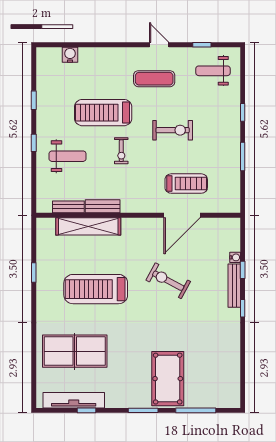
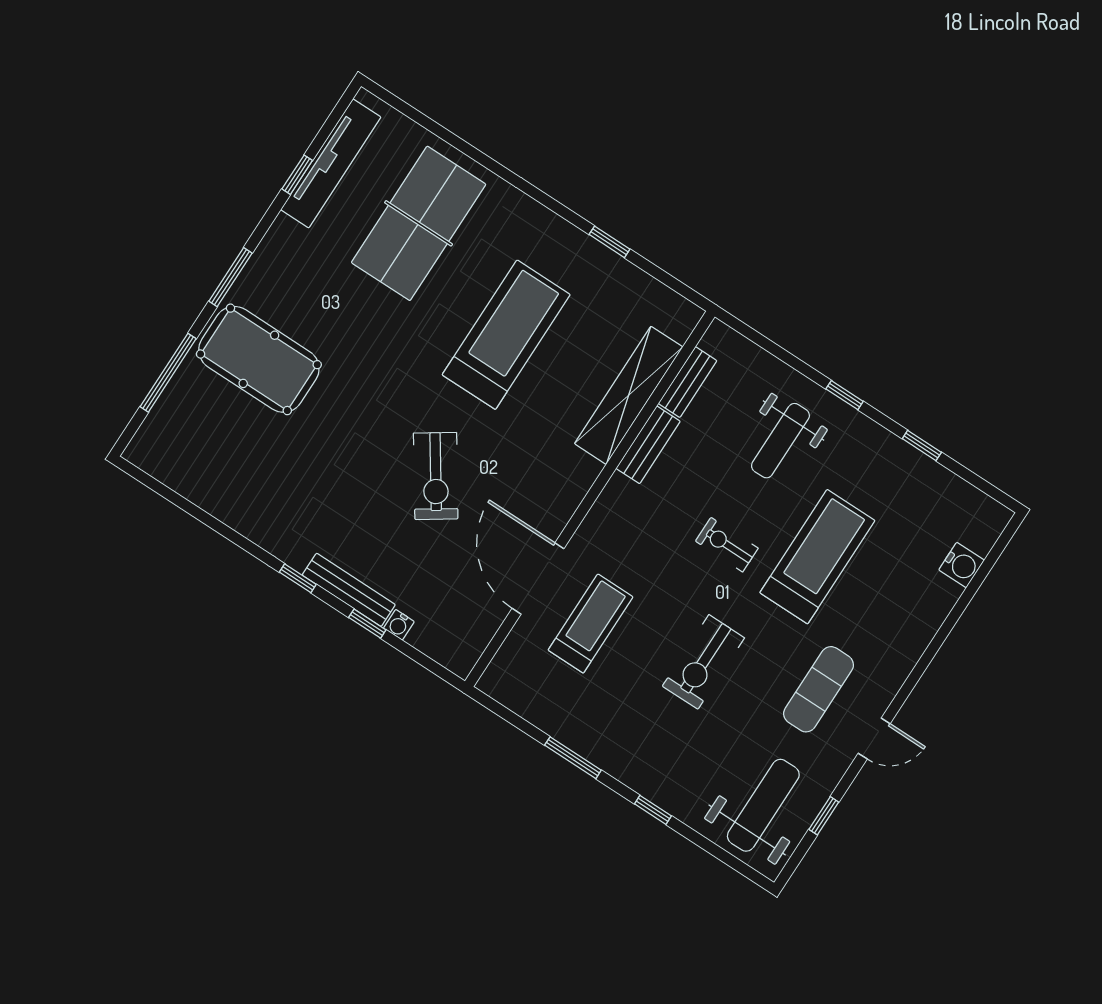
weight bench: (213, 71) -> (763, 805), width x1.36, depth x1.33
treadmill: (186, 184) -> (591, 624), turned 180
exercise bike: (168, 281) -> (436, 476), turned 118

